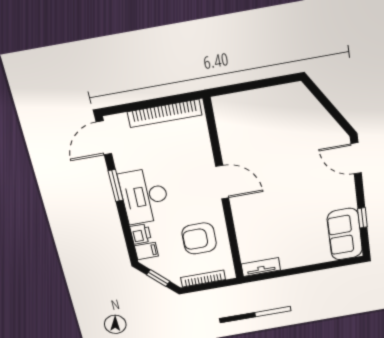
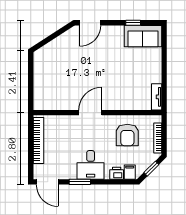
desk: (145, 196) -> (91, 165), width x0.73

